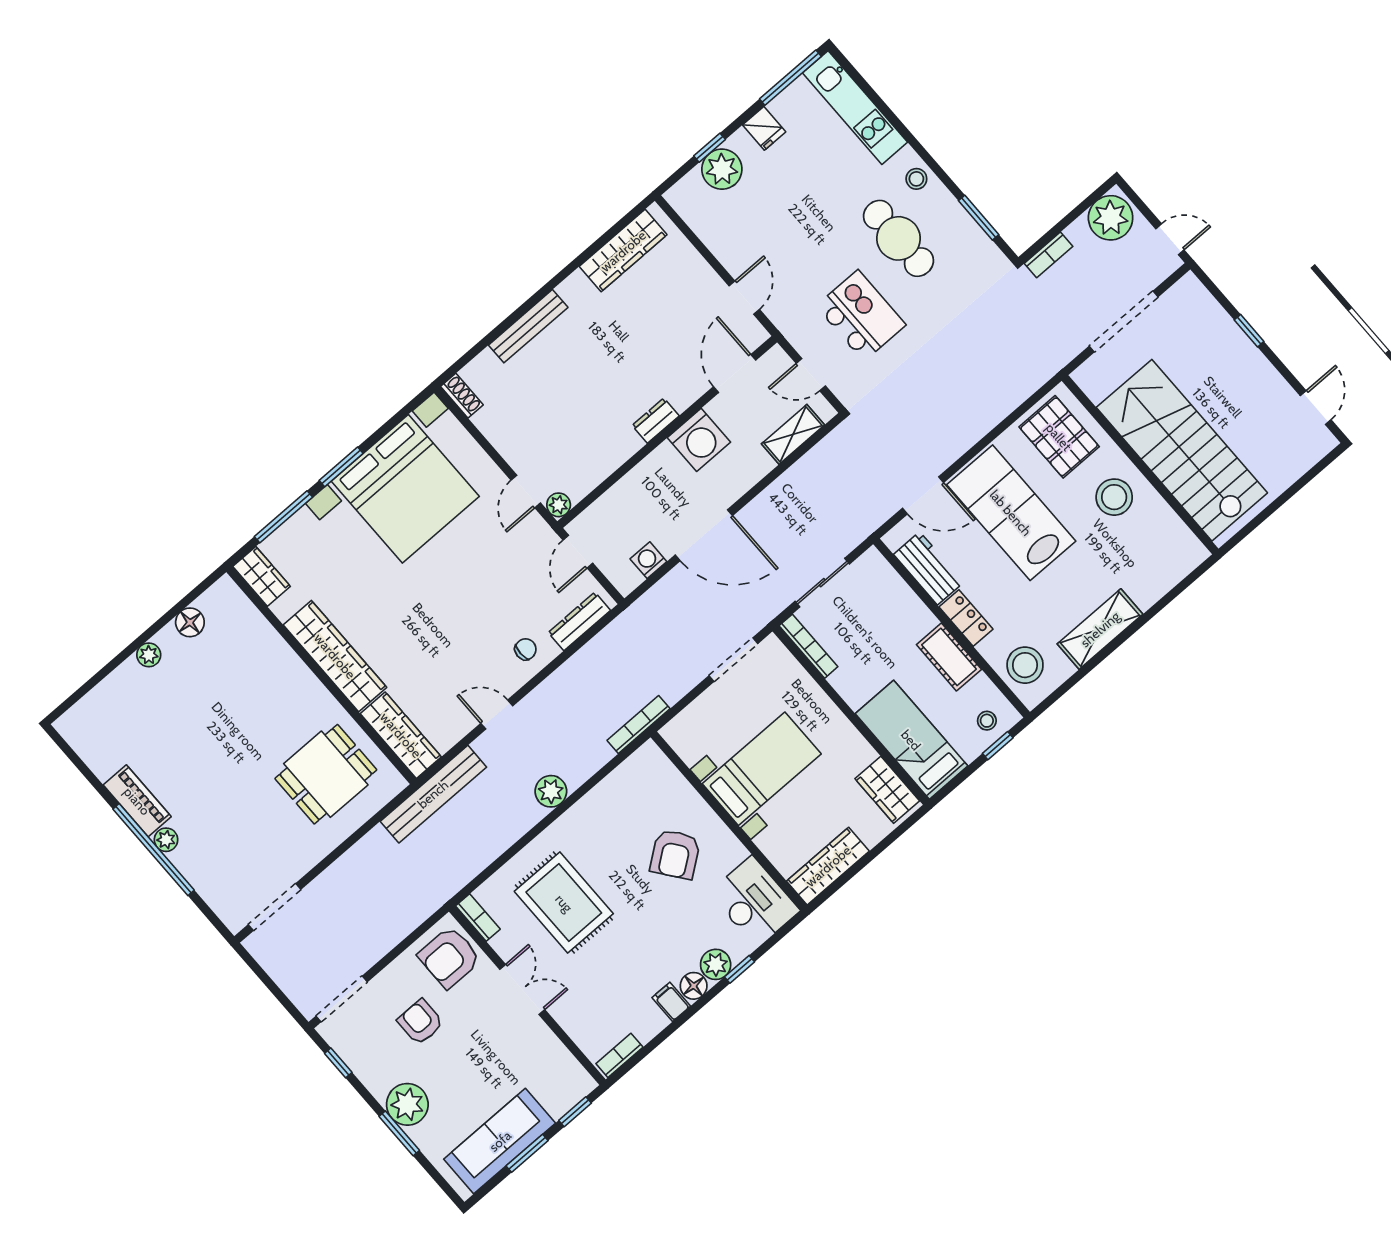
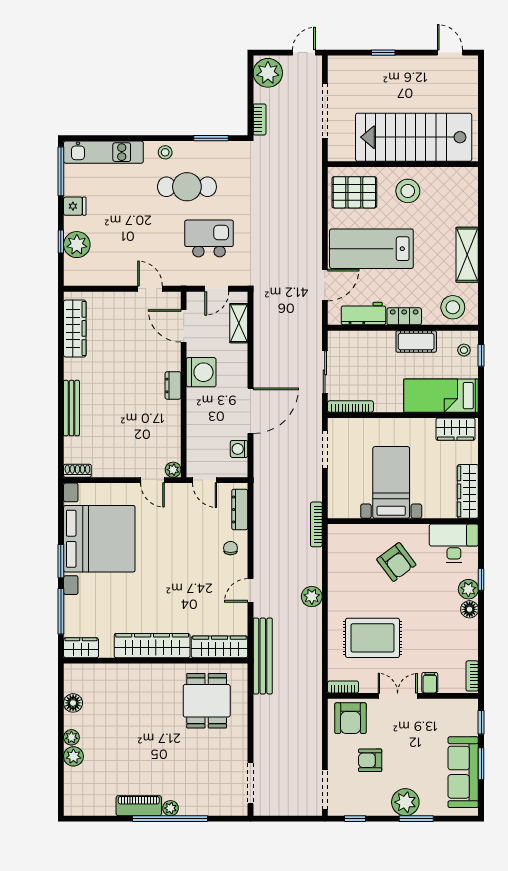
plant: (129, 676) -> (73, 756), added
filing cabinet: (671, 1002) -> (430, 683), moved, turned 90

